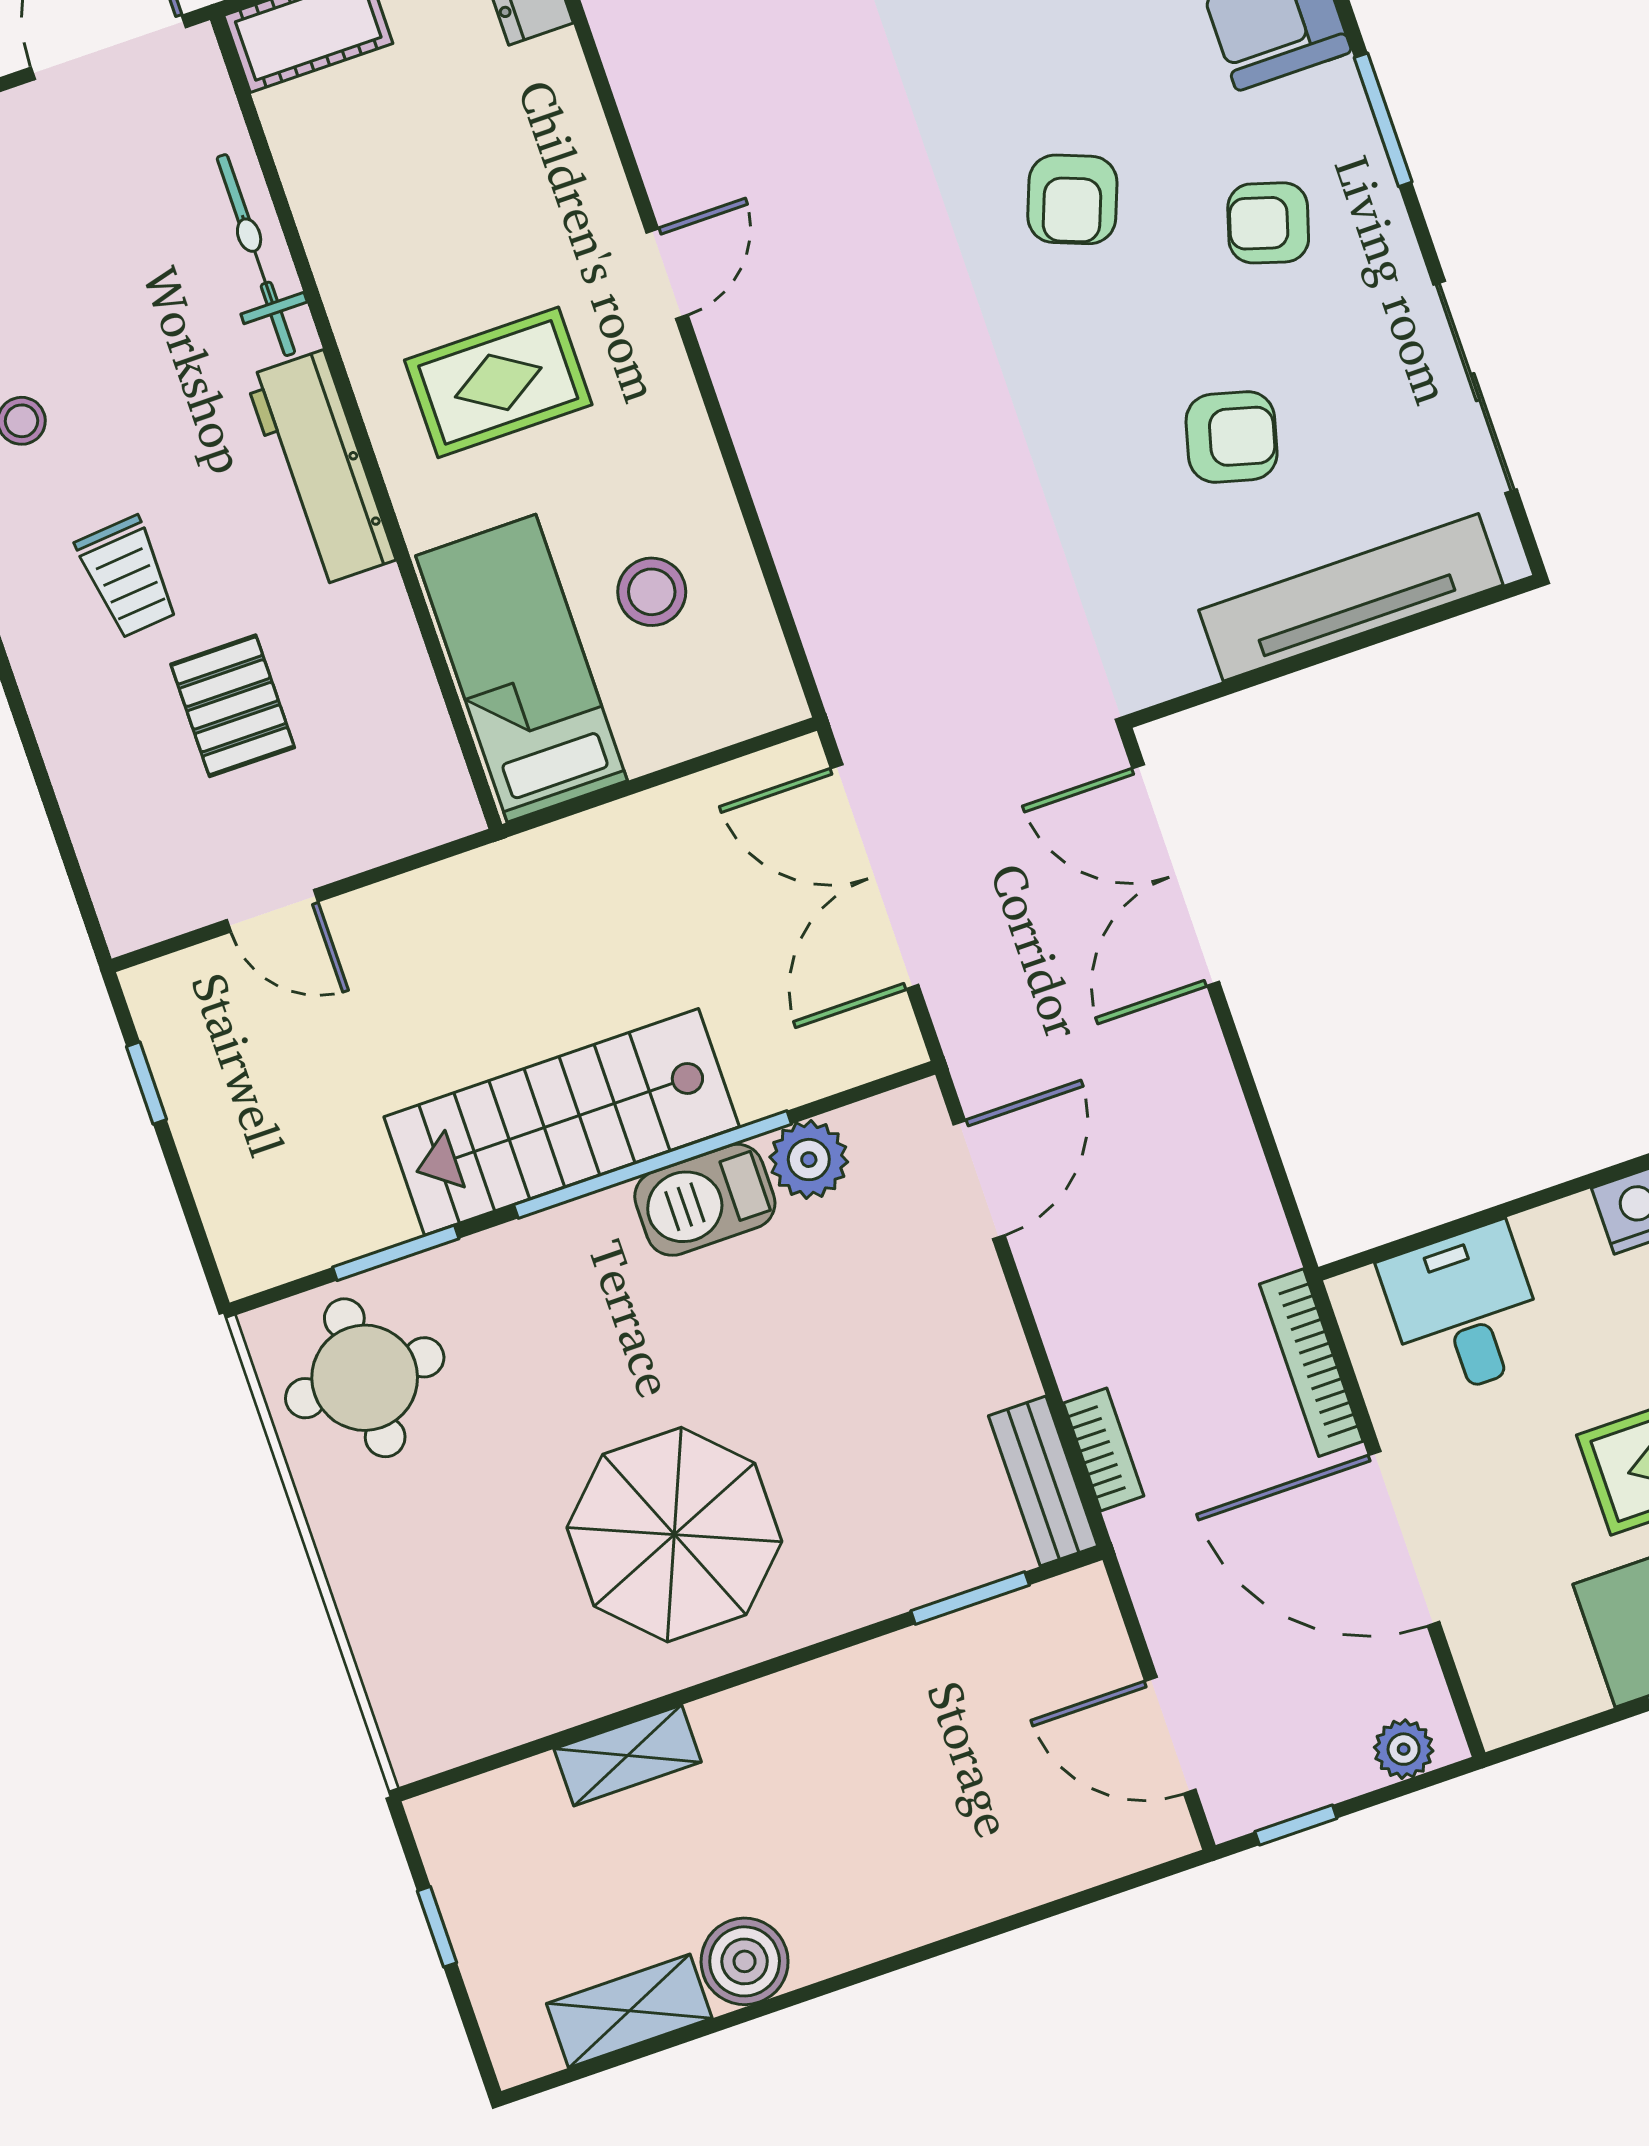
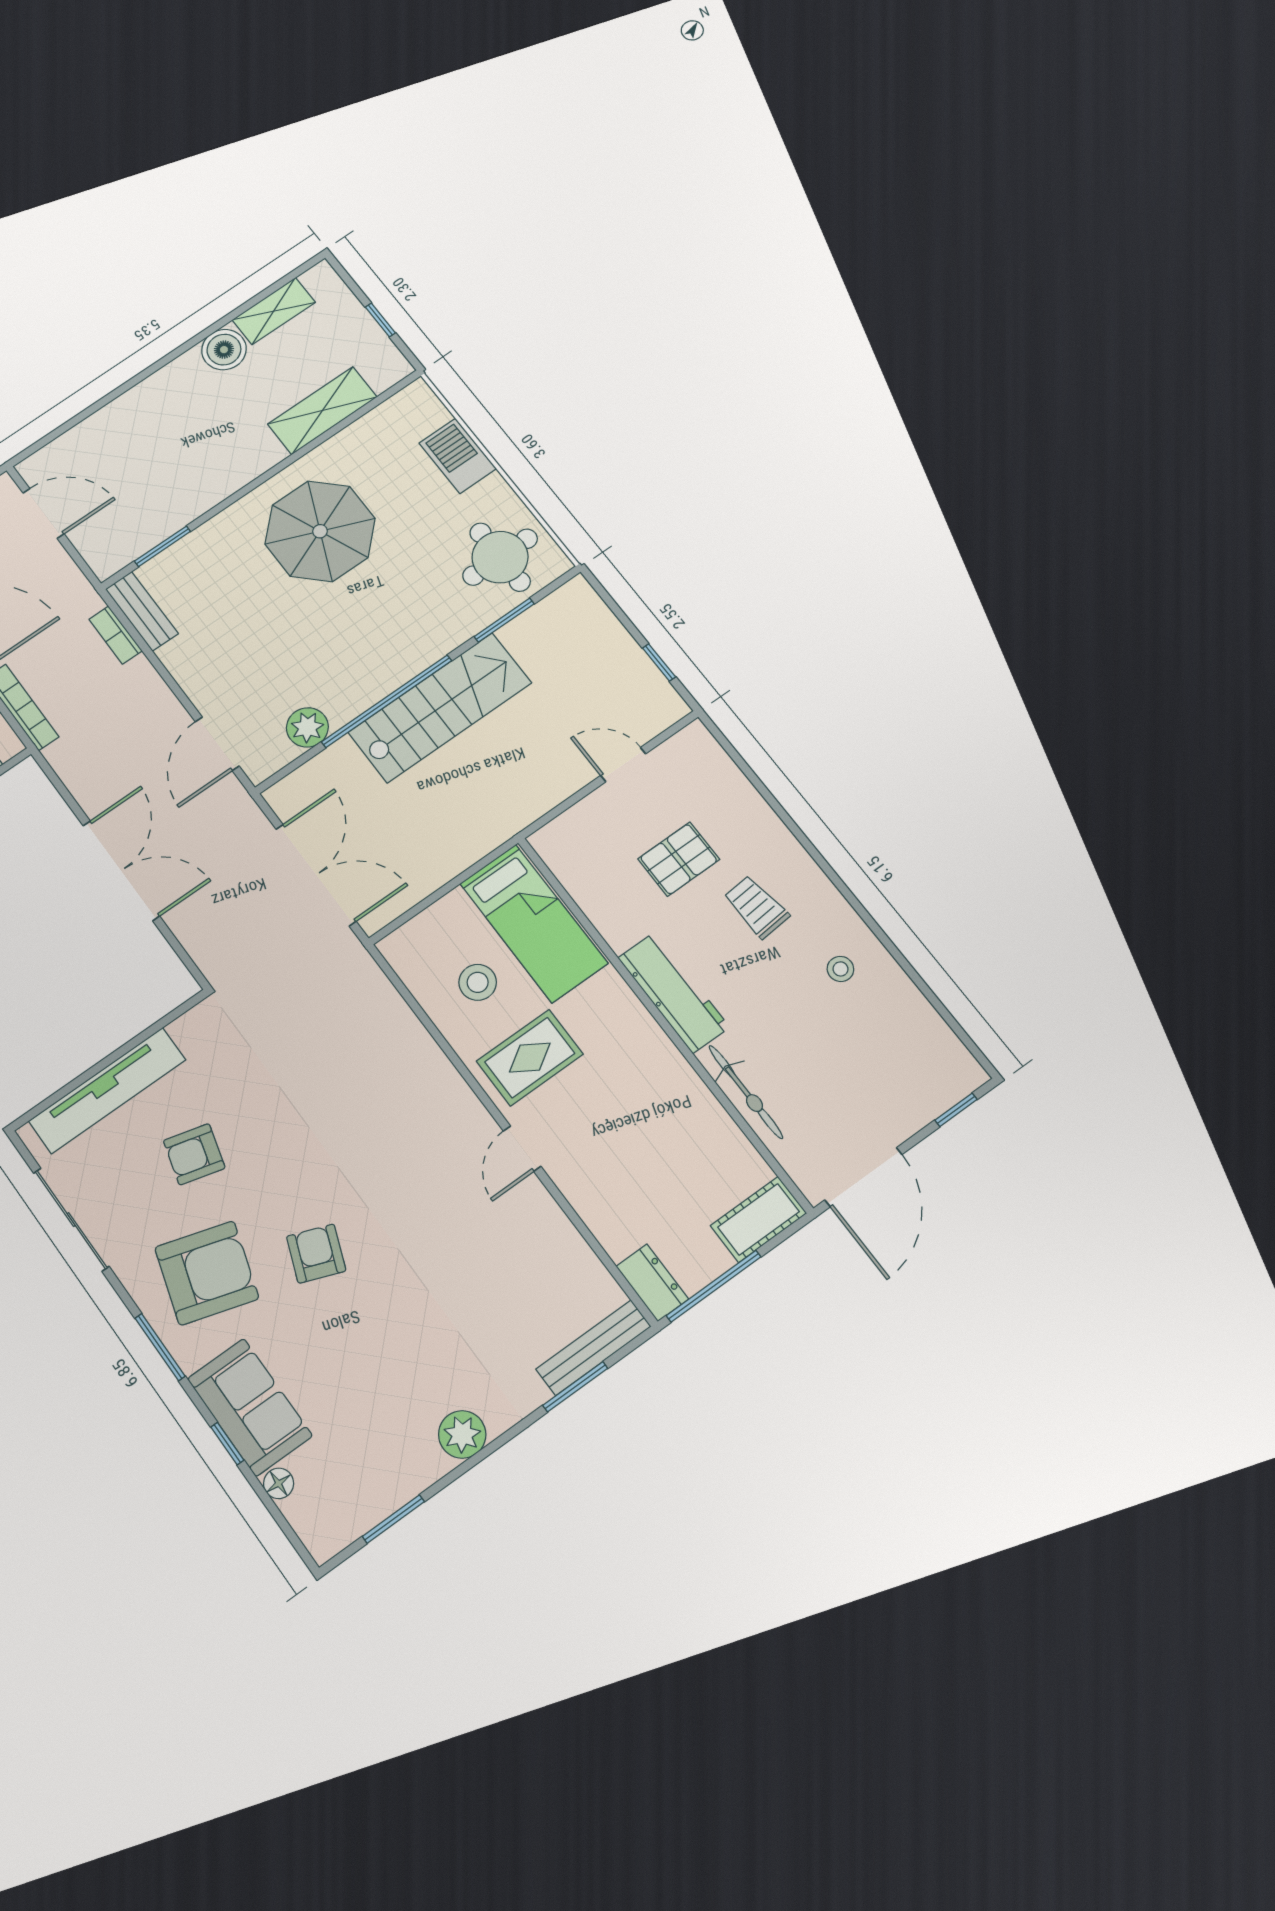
armchair: (1268, 223) -> (207, 1273), width x1.88, depth x1.88
rug: (498, 382) -> (530, 1058), moved
pallet: (233, 706) -> (679, 859), turned 90
double door: (1176, 875) -> (121, 871), moved
barbecue: (705, 1200) -> (458, 456), moved, turned -90
shelving: (628, 1755) -> (322, 411), width x1.50, depth x1.33

